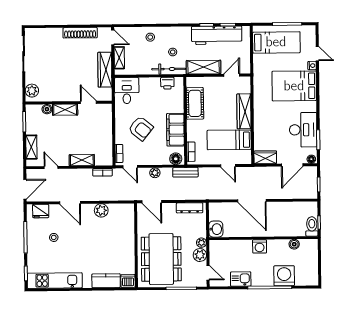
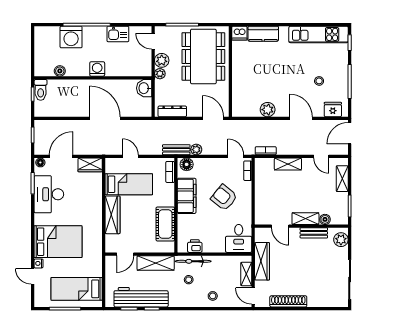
bench: (57, 97) -> (314, 233), added
plant: (155, 173) -> (196, 150), moved

